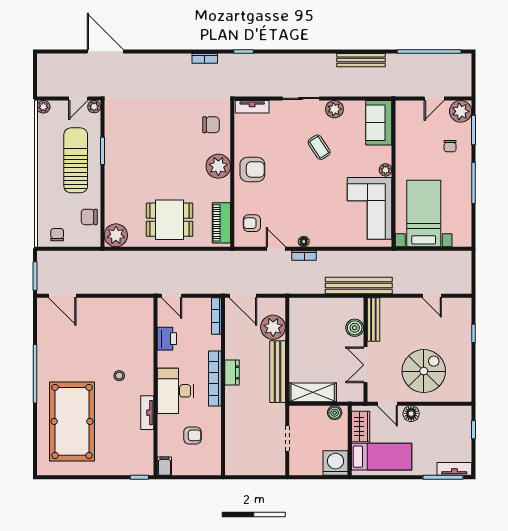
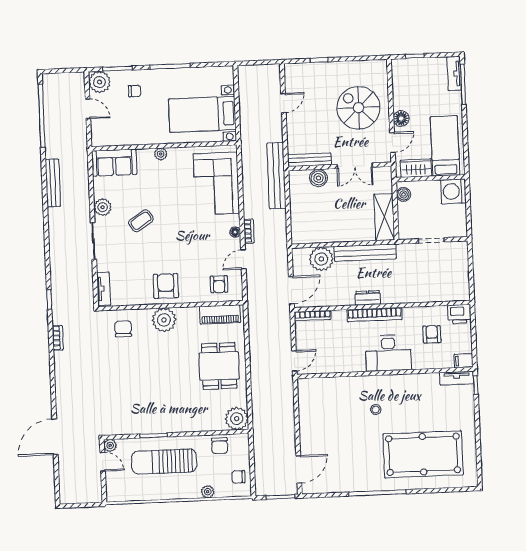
plant: (43, 107) -> (208, 492), moved
corner sofa: (370, 208) -> (216, 184), moved, turned 90
printer: (167, 339) -> (459, 314), moved, turned 180
tv unit: (147, 413) -> (457, 378), moved

